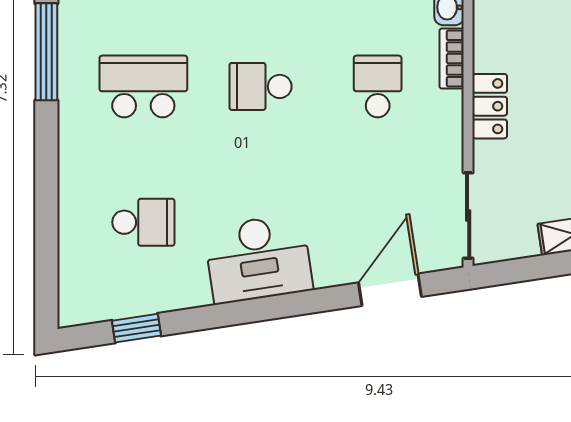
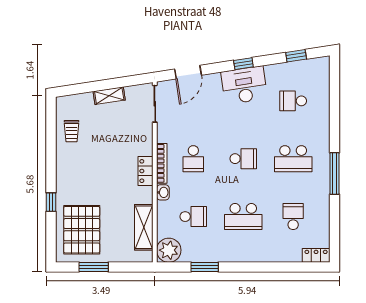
bookcase: (452, 58) -> (162, 163), width x1.56
locker: (490, 106) -> (146, 171), moved
window: (260, 309) -> (243, 64), added

